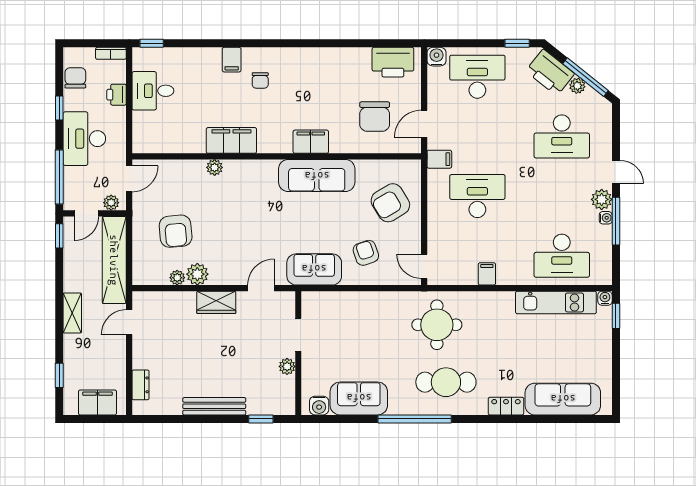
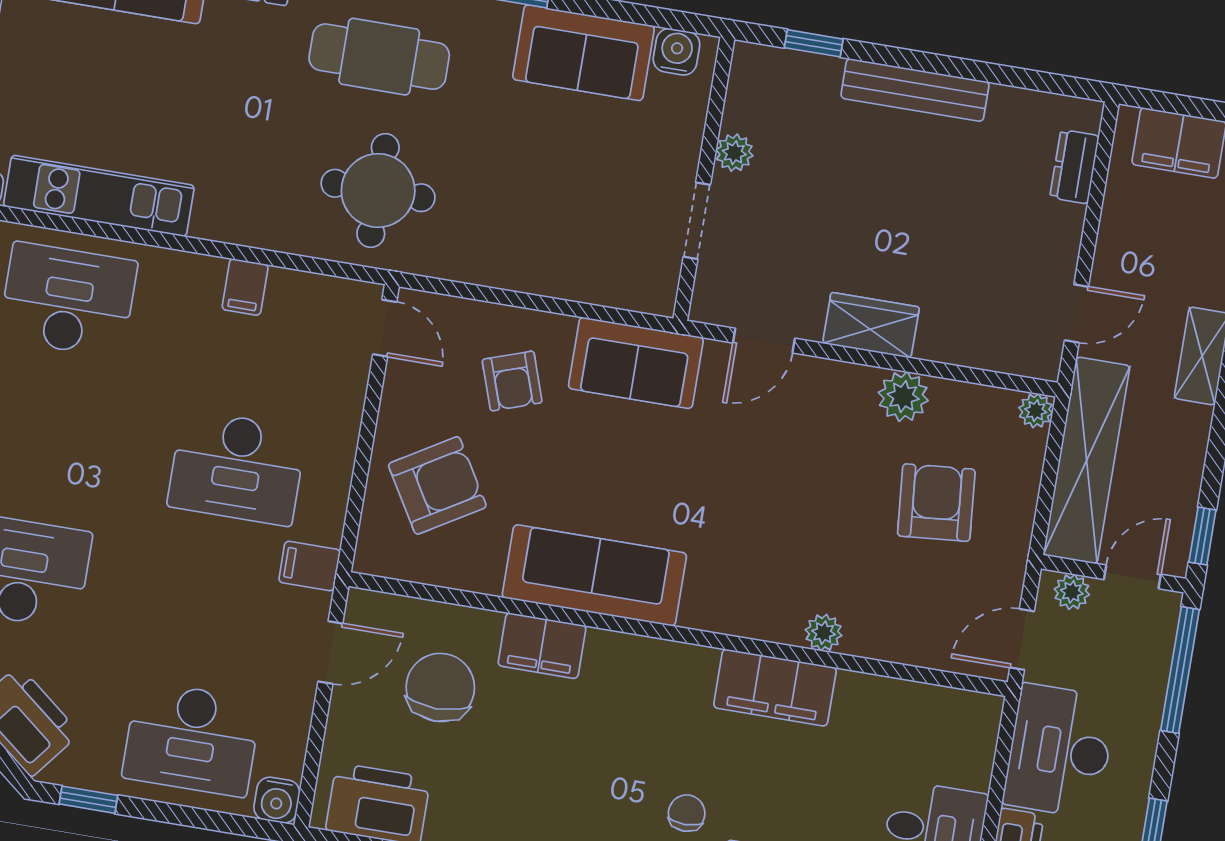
desk: (84, 139) -> (1060, 751), moved, turned 180
filing cabinet: (311, 142) -> (542, 646), moved
plant: (177, 278) -> (1036, 411), moved

